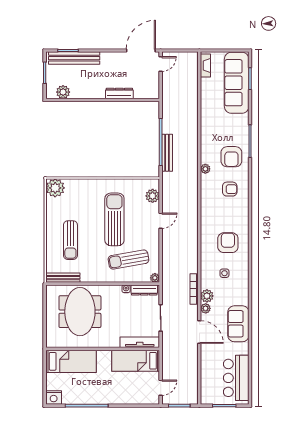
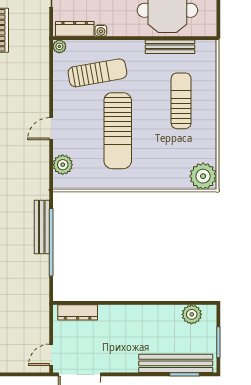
dresser: (119, 93) -> (78, 312), moved
bench: (63, 278) -> (170, 47), moved

